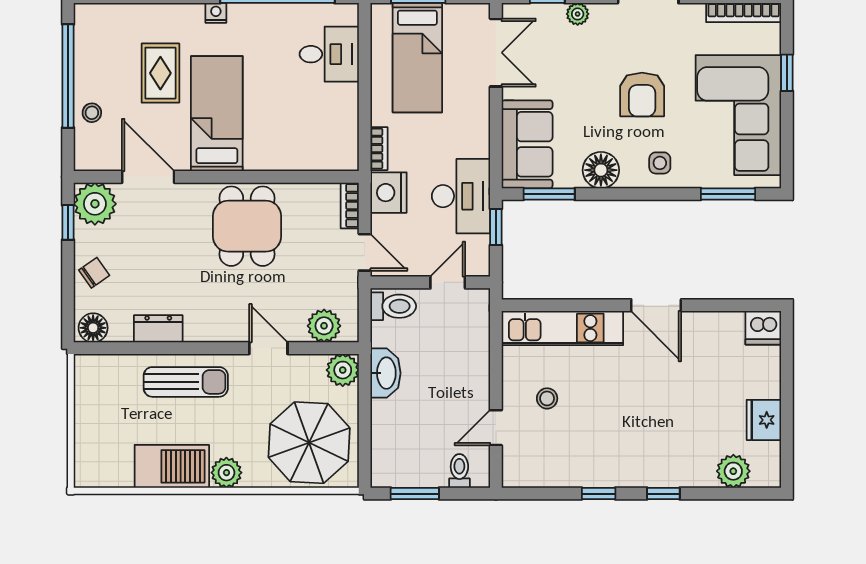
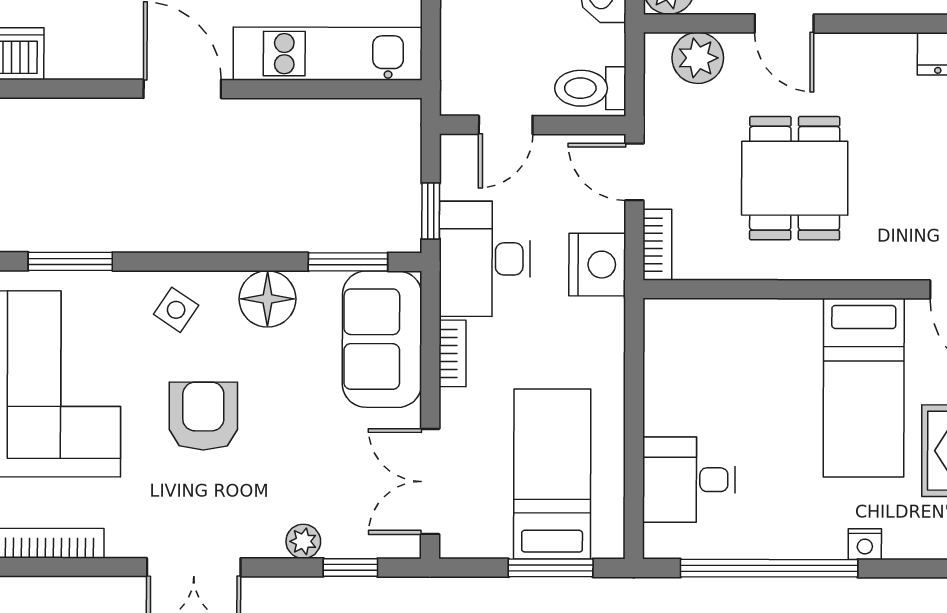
bookcase: (379, 149) -> (453, 353), moved, turned 180
side table: (660, 163) -> (176, 310), turned 34
dining table: (247, 226) -> (795, 178), moved

